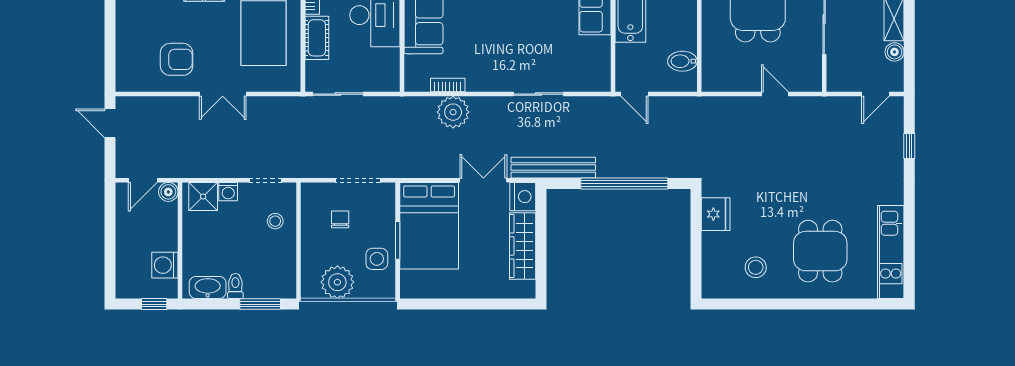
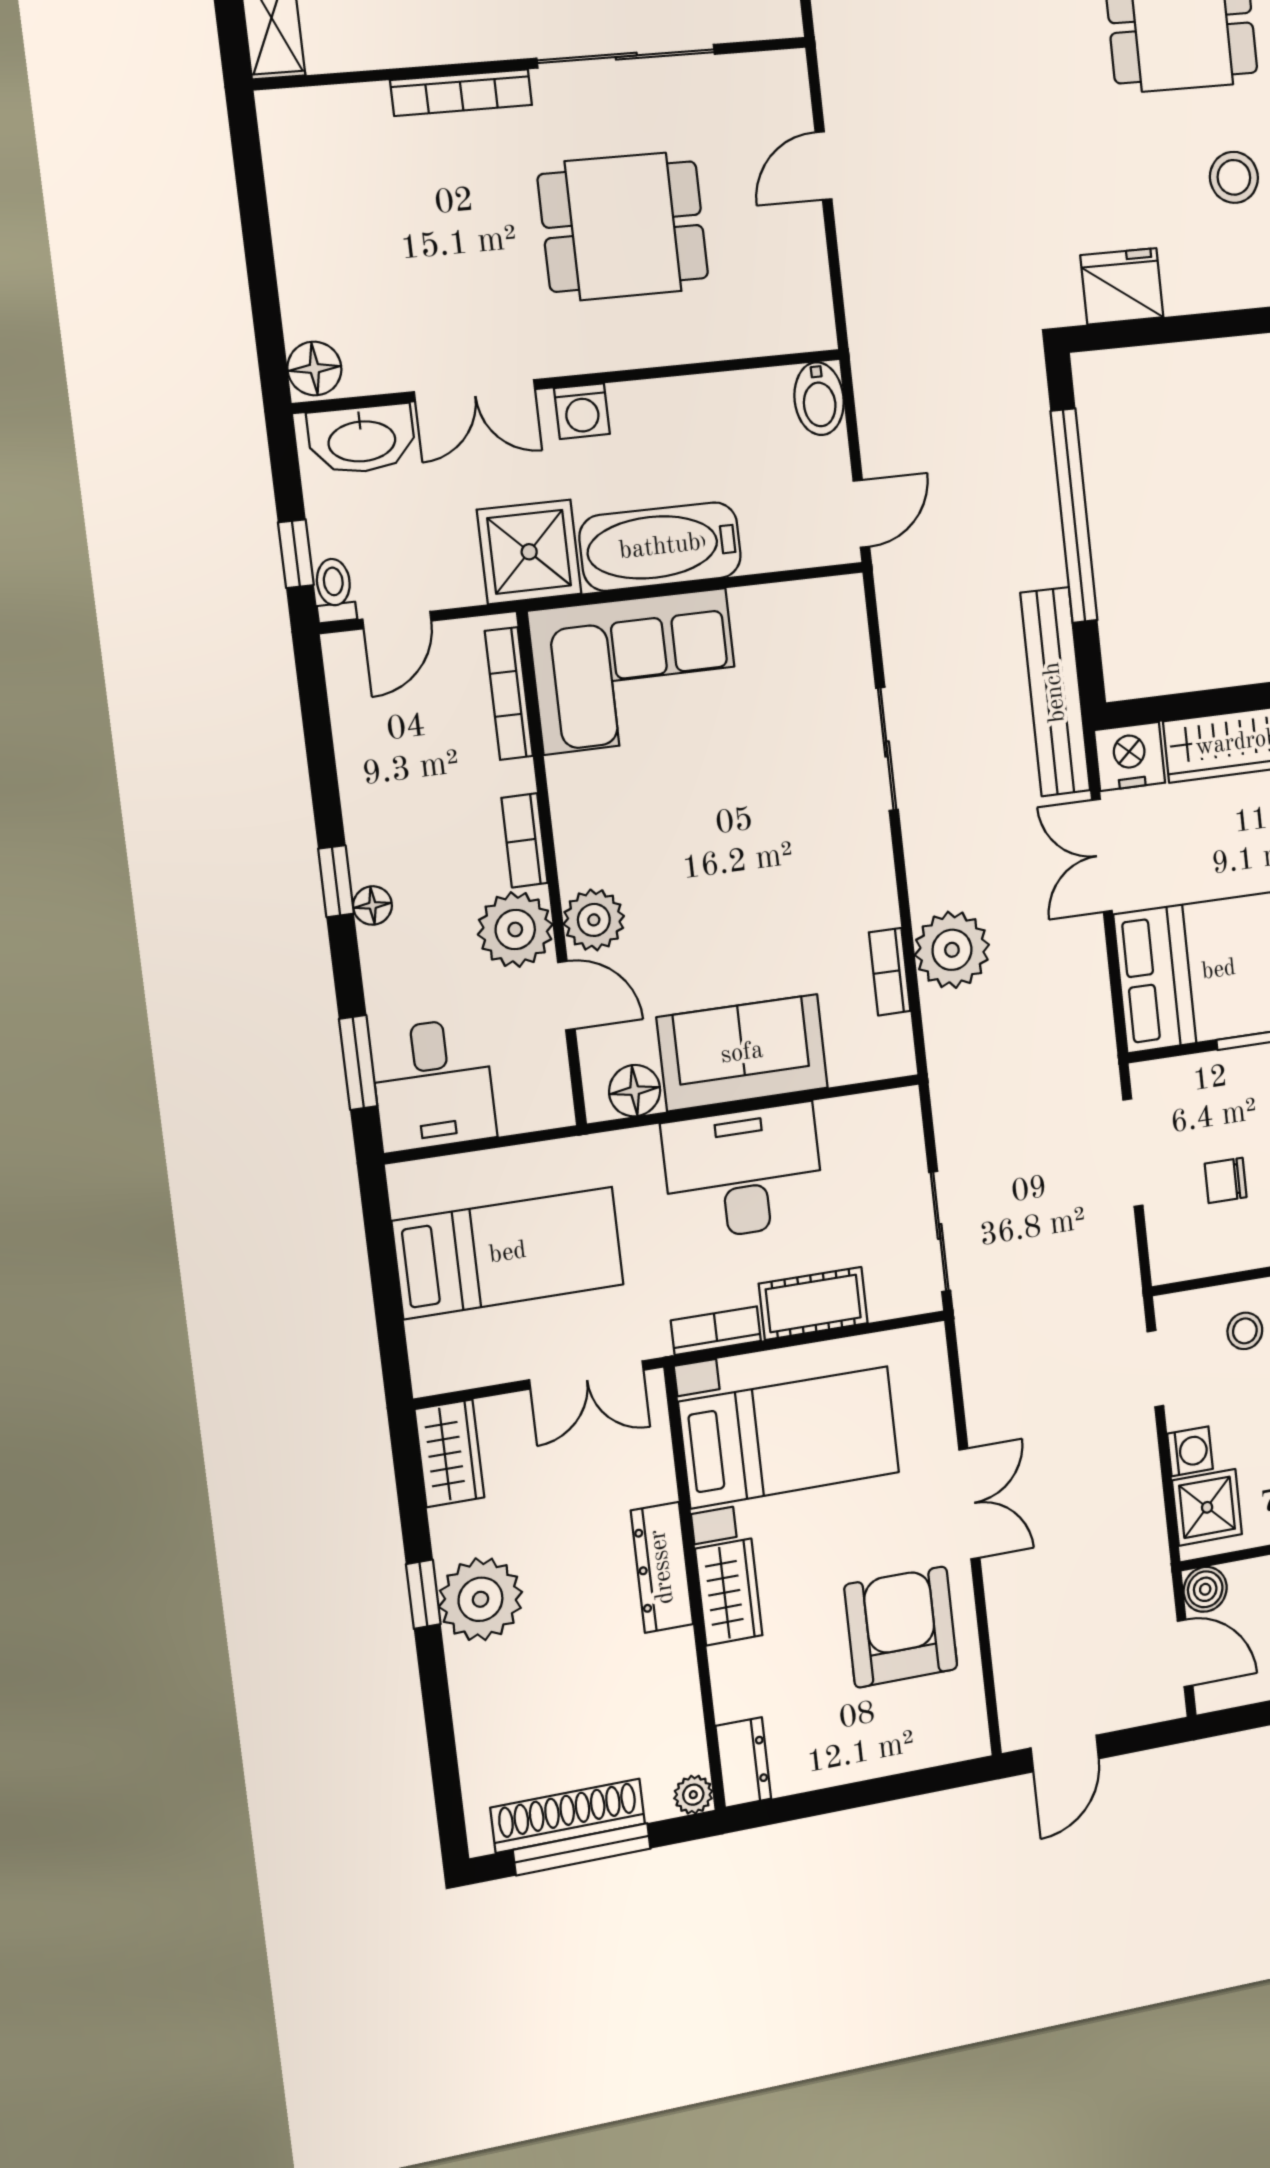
armchair: (177, 59) -> (901, 1627), width x1.36, depth x1.36
bidet: (682, 61) -> (819, 399), moved

